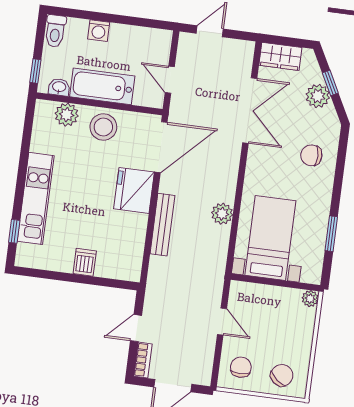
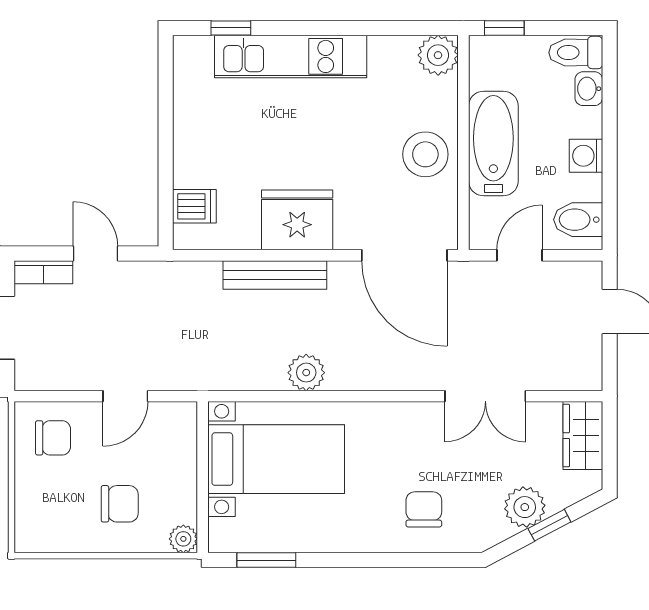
washing machine: (99, 31) -> (586, 156), moved
bidet: (153, 43) -> (578, 220), added
washbasin: (59, 87) -> (589, 89), moved, turned 180
double door: (250, 111) -> (485, 396), width x0.73
plant: (67, 115) -> (438, 55), moved
fridge: (134, 190) -> (297, 220), moved
window: (331, 234) -> (266, 560), moved
dishwasher: (85, 262) -> (194, 206), moved
chair: (282, 375) -> (120, 504), moved, turned -39

